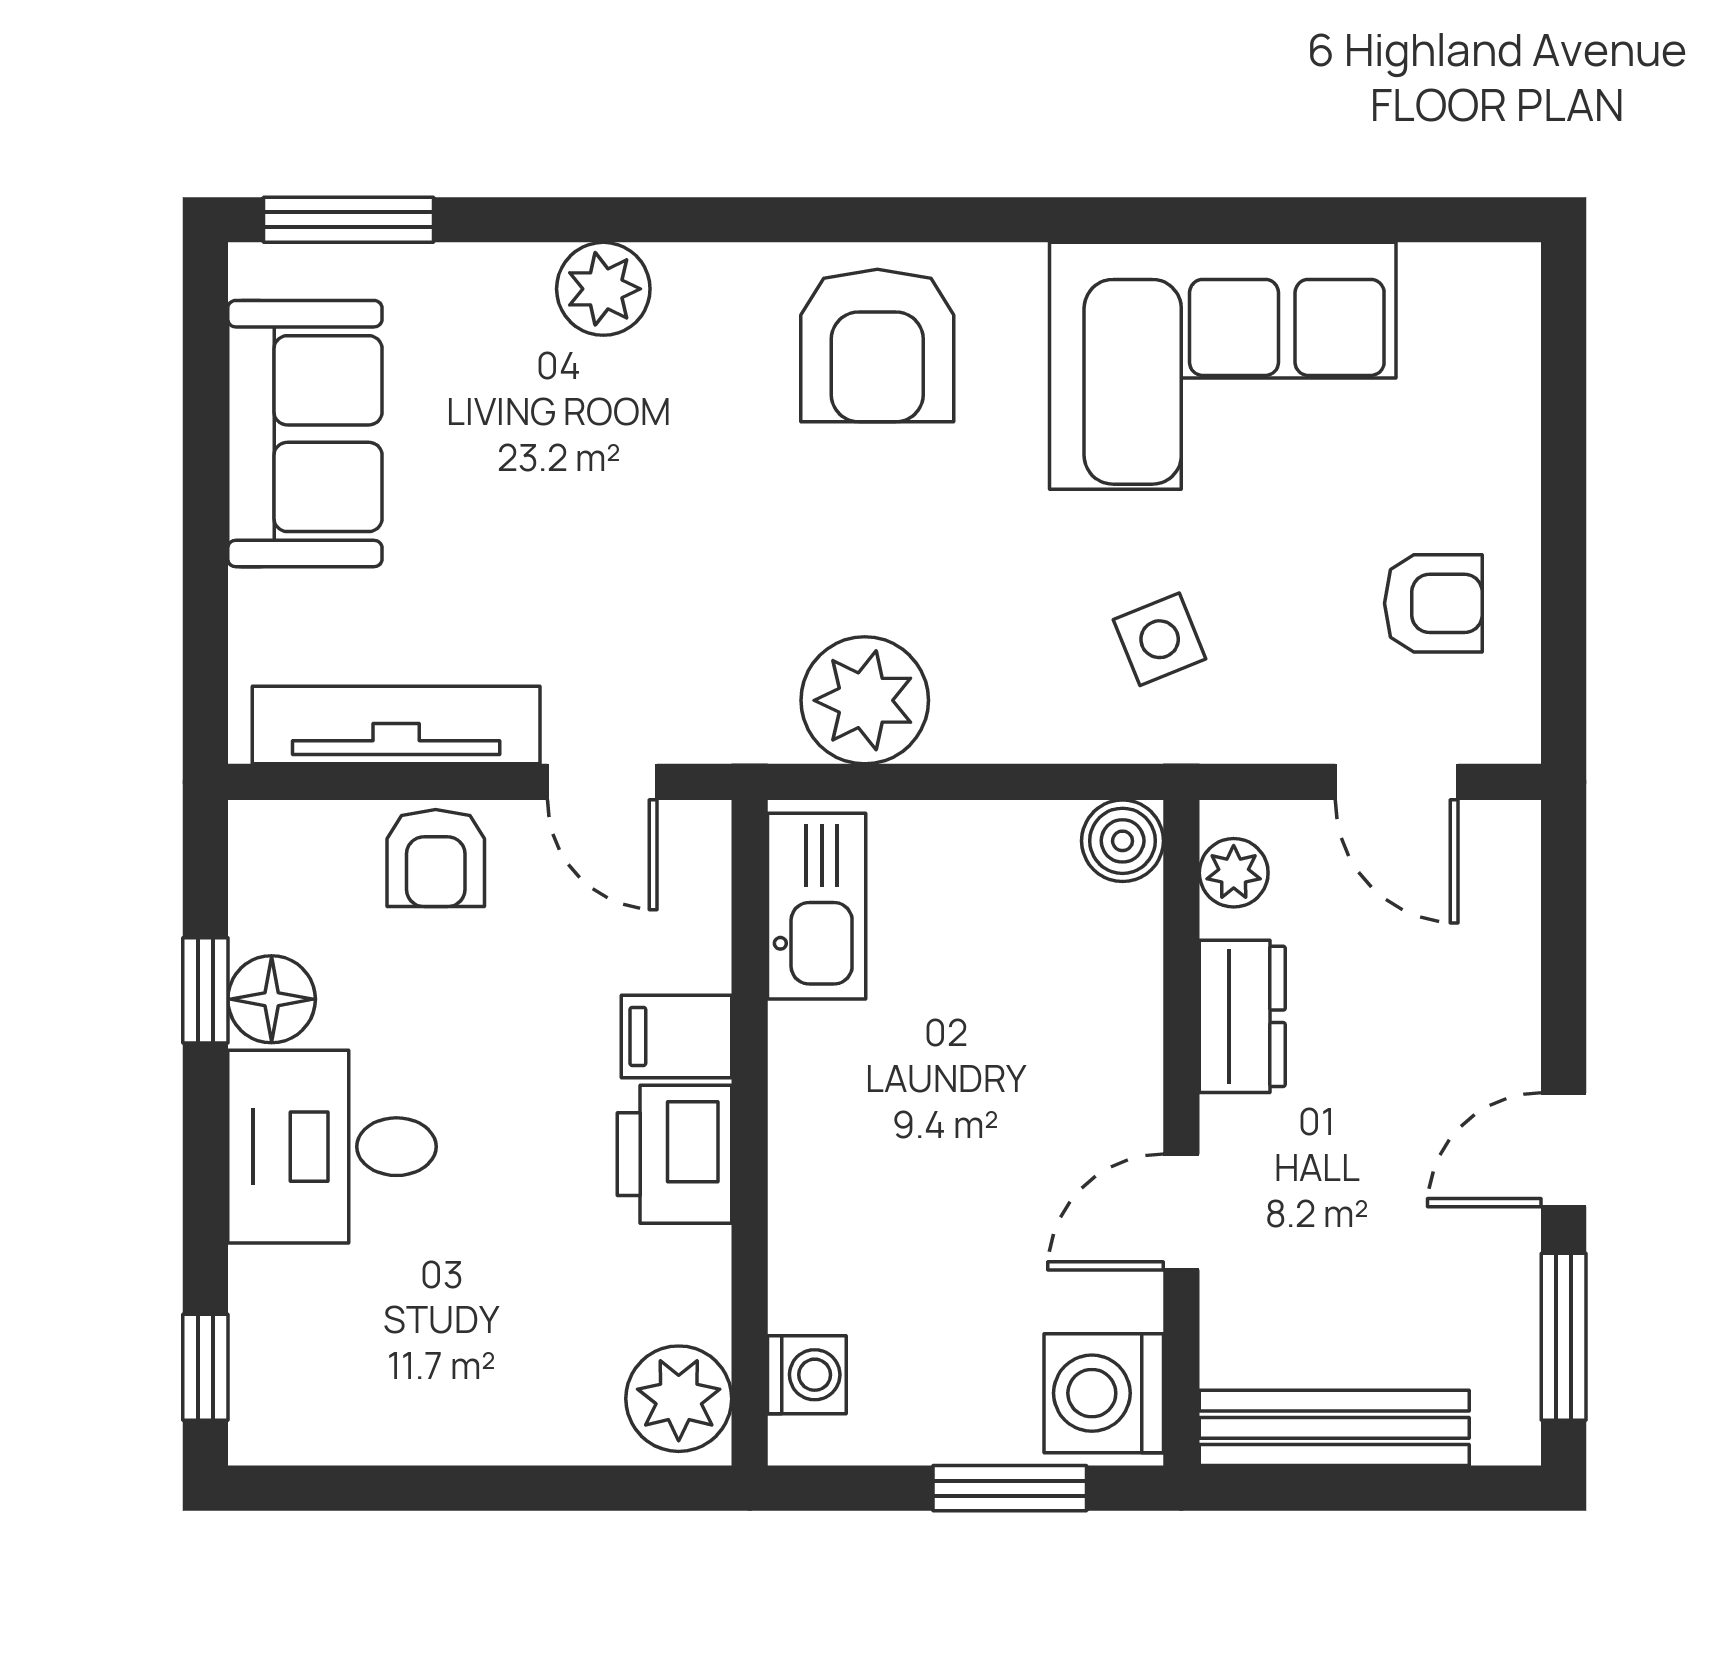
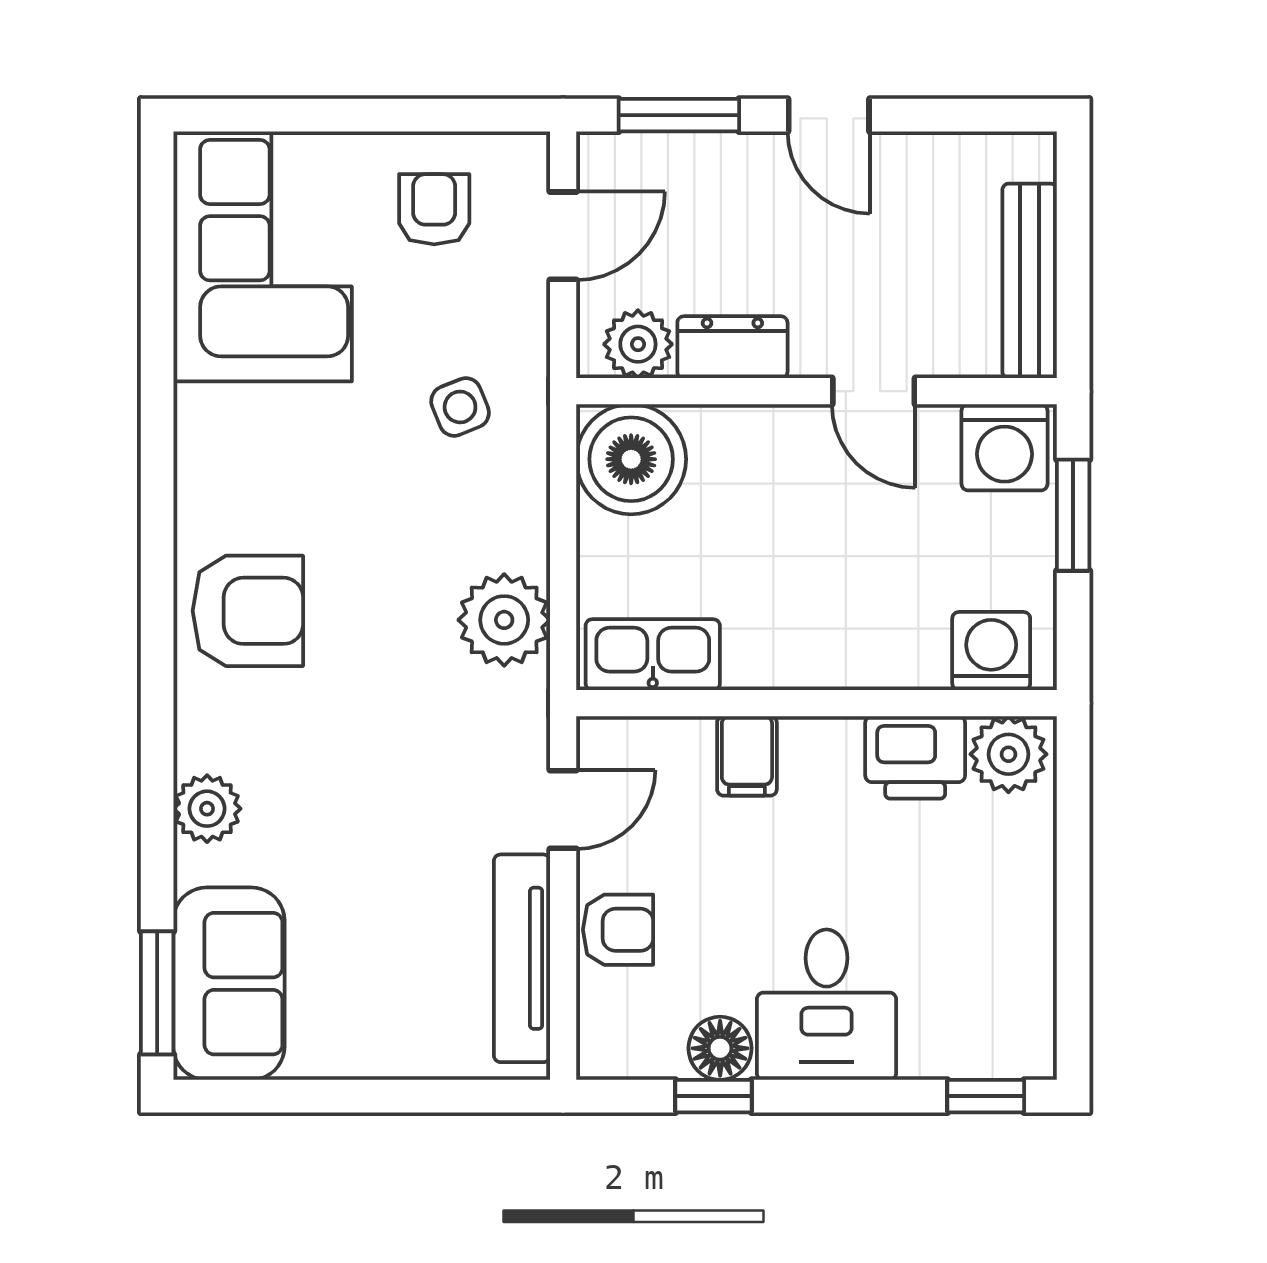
corner sofa: (1223, 366) -> (263, 256), moved
sofa: (305, 434) -> (229, 984), moved, turned 90
boiler: (1123, 841) -> (631, 459), width x1.86, depth x1.86
plant: (1234, 873) -> (638, 344), width x1.38, depth x1.38
printer: (674, 1154) -> (915, 757), moved
window: (1564, 1337) -> (679, 115), moved
washing machine: (807, 1375) -> (991, 651), width x1.38, depth x1.38

